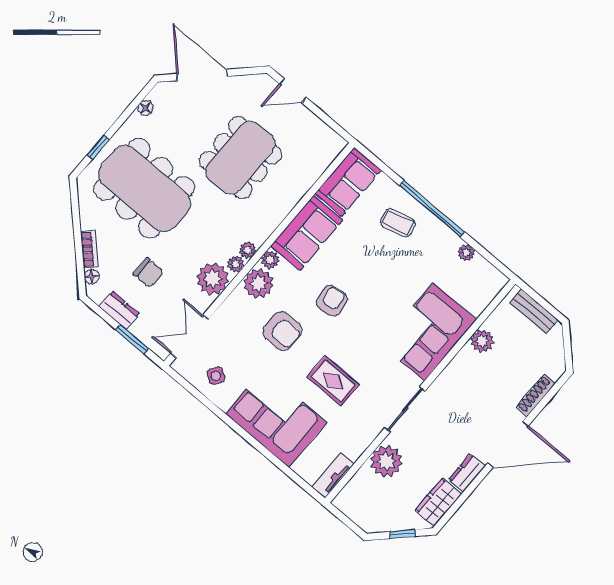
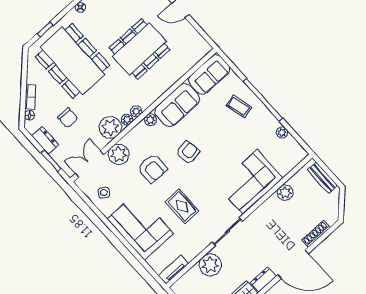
plant: (258, 283) -> (119, 154), moved

